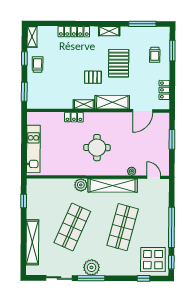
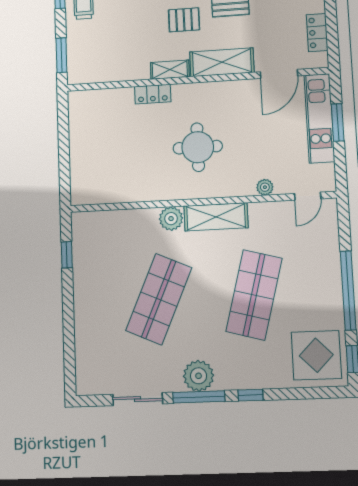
kitchen unit: (33, 149) -> (319, 118), moved, turned 180
door: (154, 177) -> (308, 196), swing flipped
shelving: (113, 185) -> (216, 217), width x0.68
shelving: (32, 242) -> (85, 332), removed
window: (143, 278) -> (250, 395), moved

